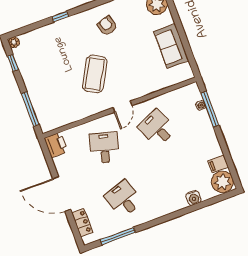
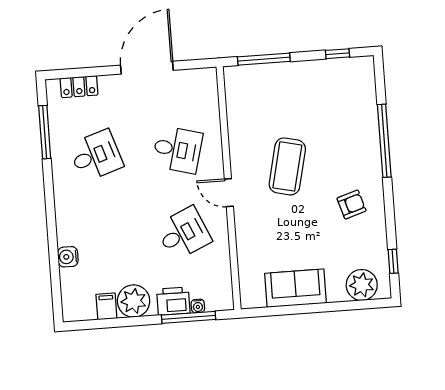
window: (60, 17) -> (384, 141), width x3.17
plant: (14, 42) -> (367, 64), removed
coffee table: (95, 74) -> (287, 166), turned 74
printer: (56, 145) -> (173, 301), moved, turned 180
plant: (222, 182) -> (134, 301), moved
door: (62, 194) -> (147, 68), moved

